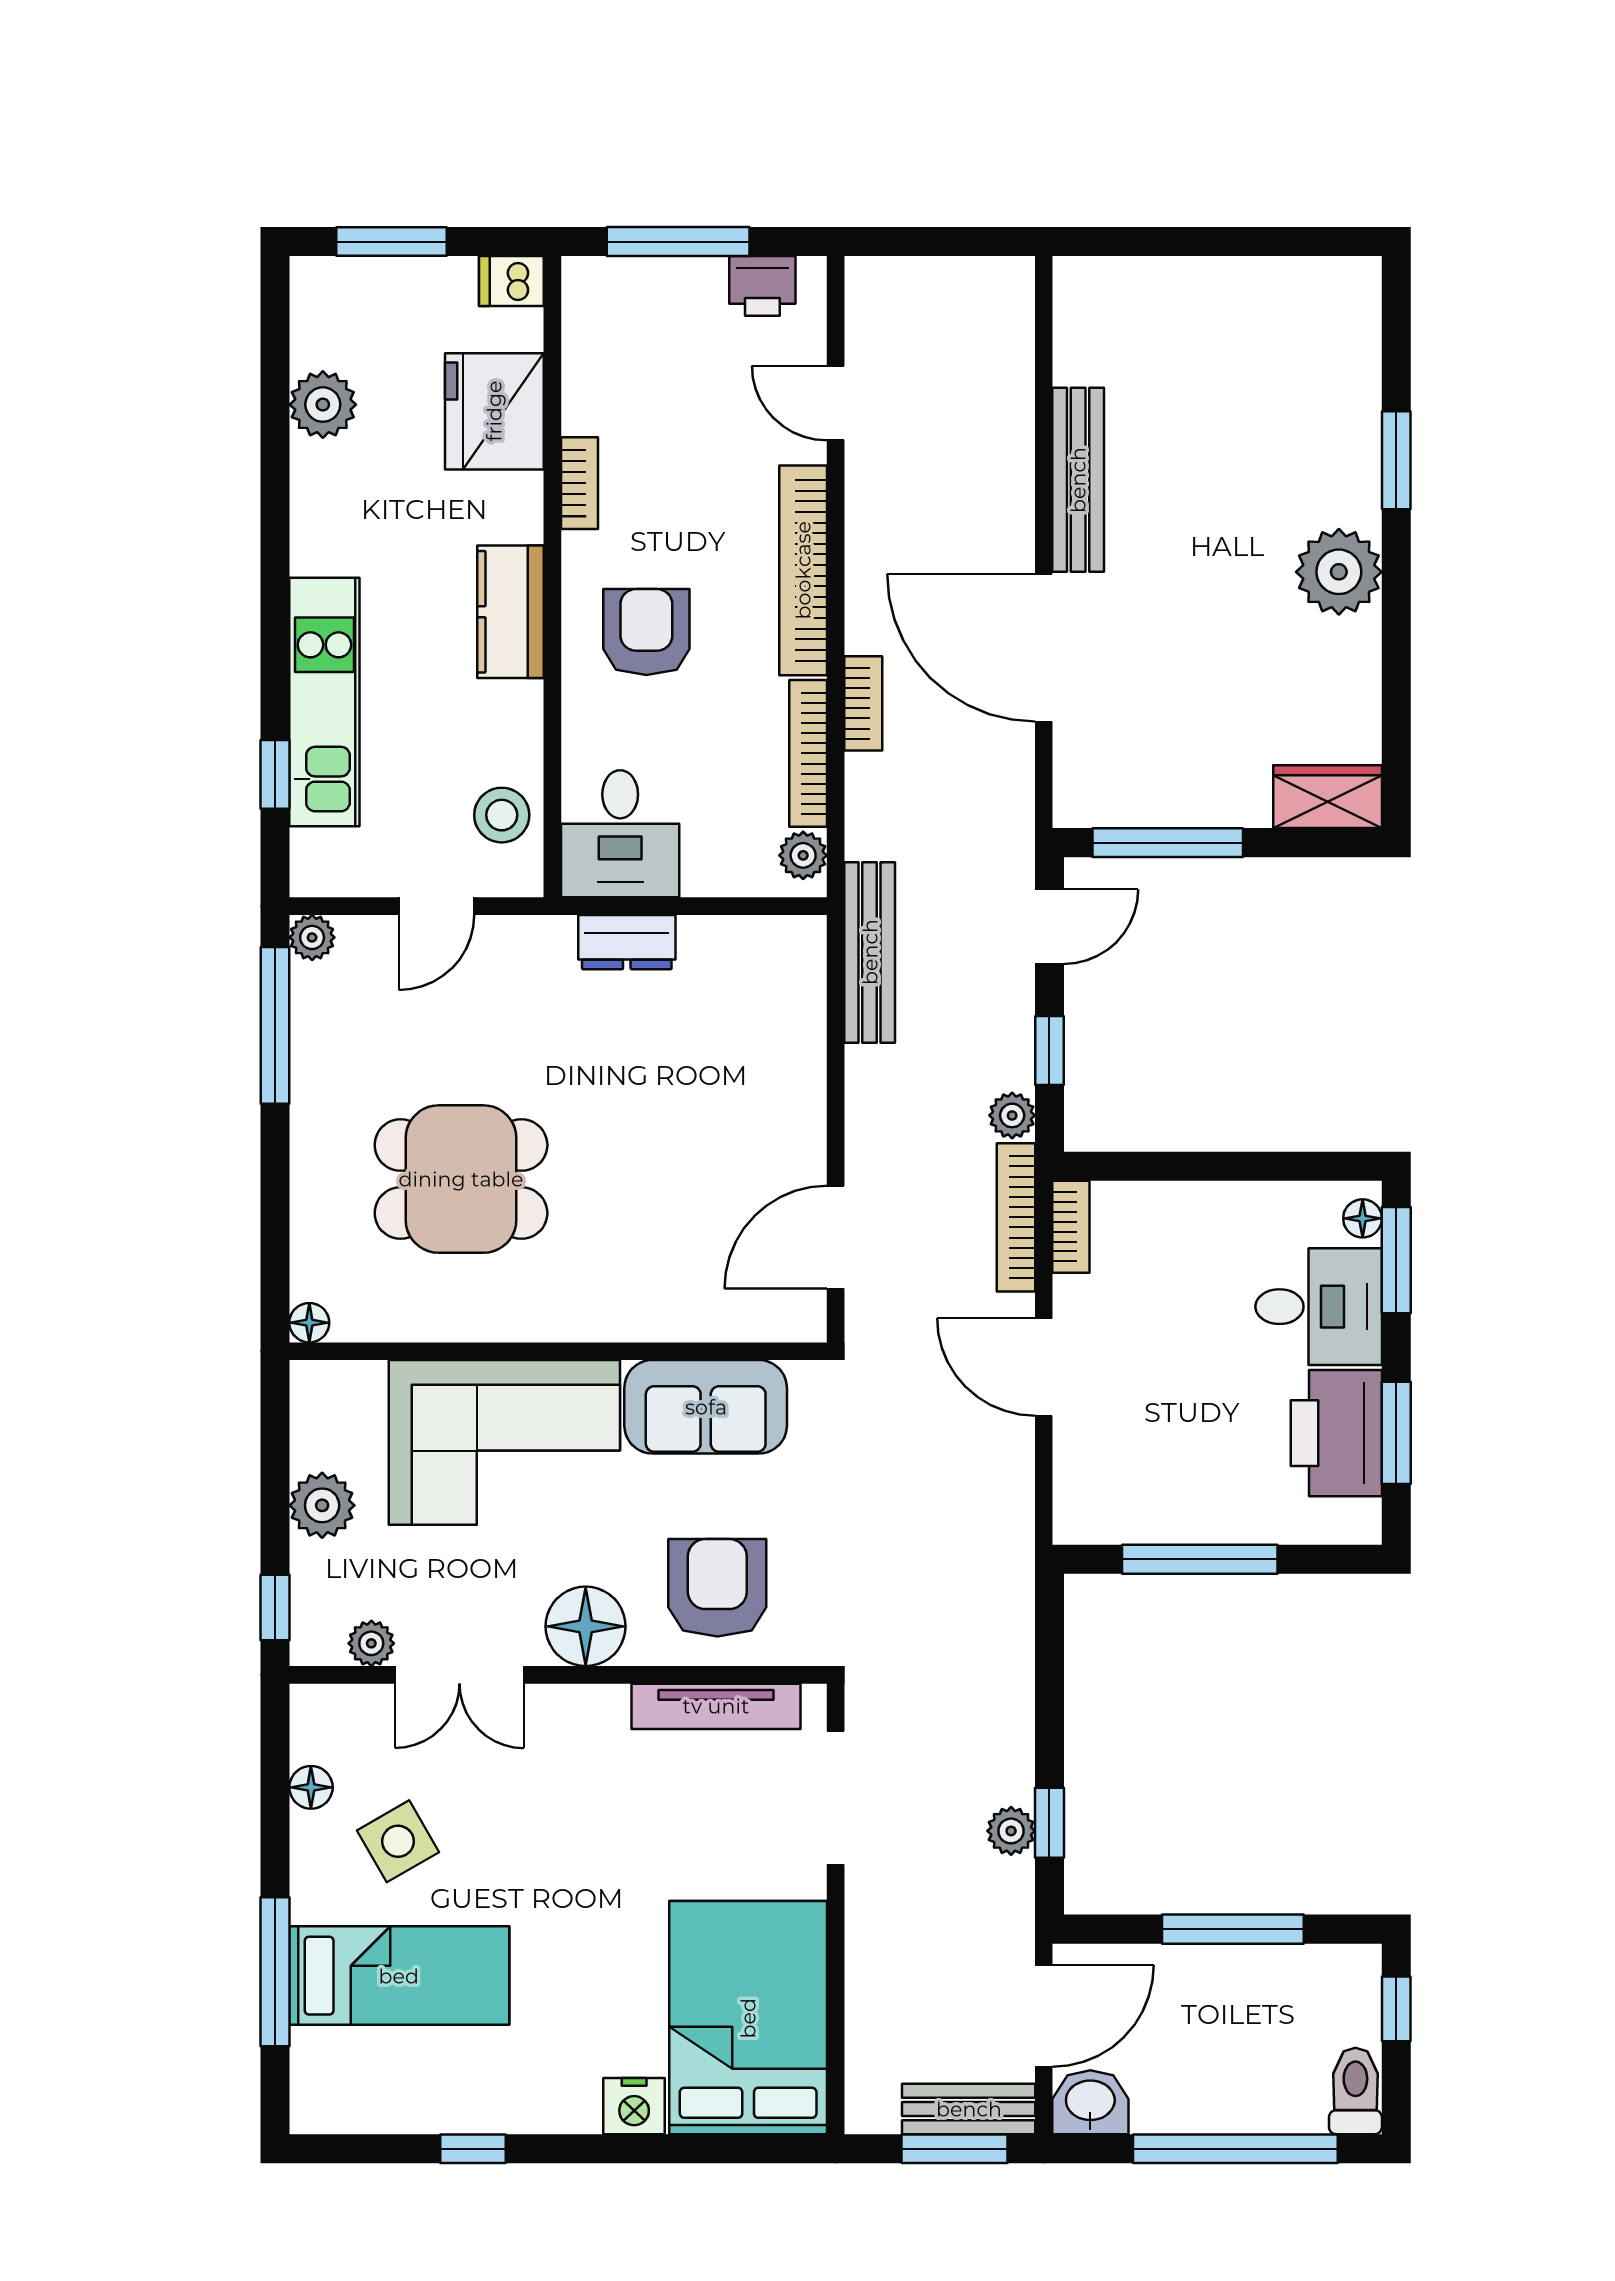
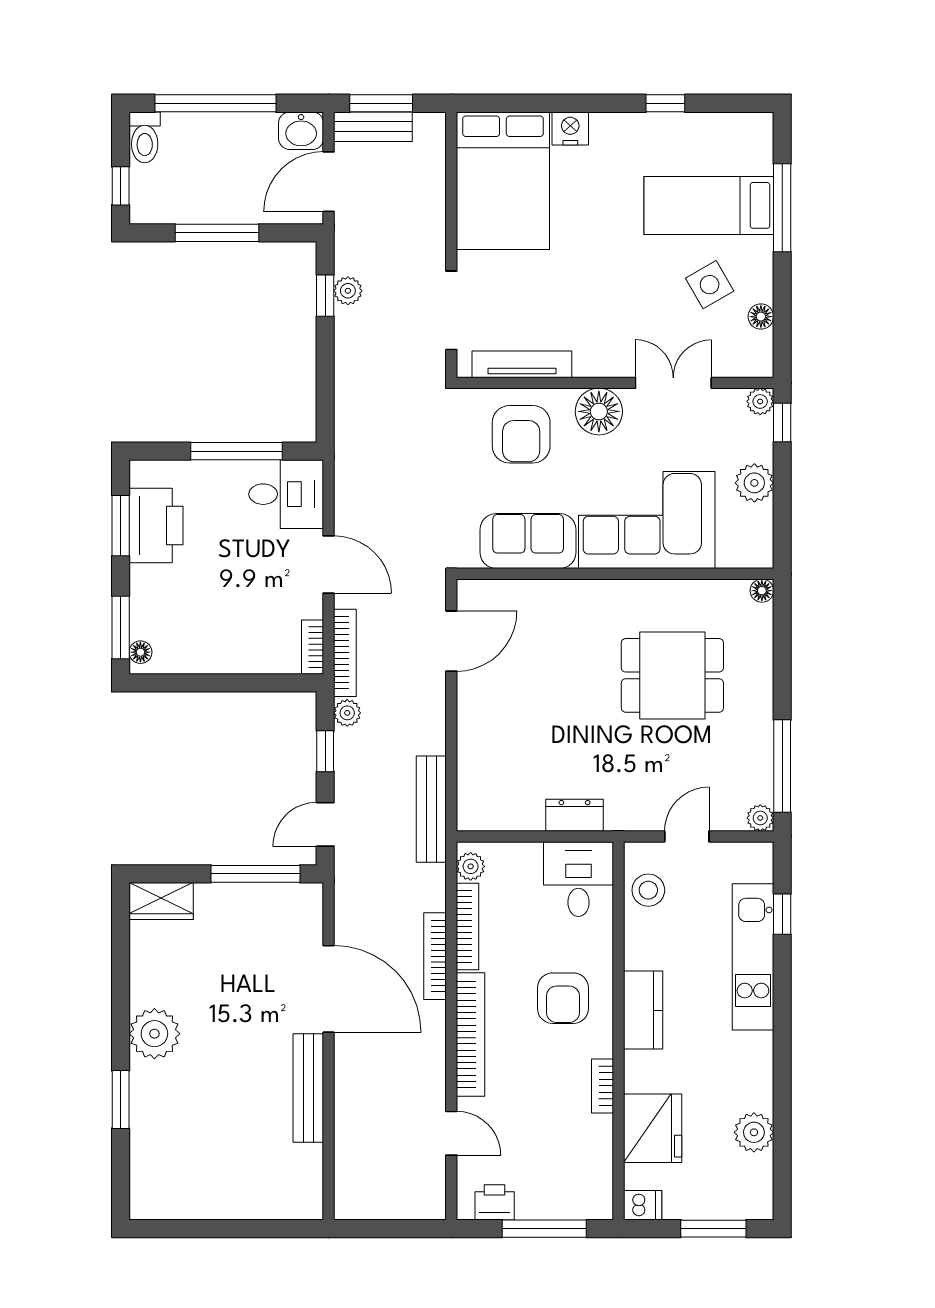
bookcase: (863, 703) -> (435, 956), width x1.56
desk: (1319, 1307) -> (286, 494), moved, turned 180
plant: (371, 1643) -> (760, 401), moved

